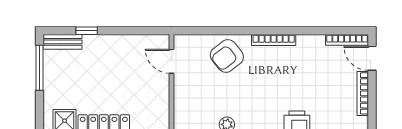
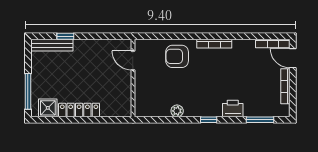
bench: (63, 42) -> (52, 45), width x1.36
armchair: (227, 56) -> (177, 56), turned 38
window: (40, 68) -> (28, 91), moved

